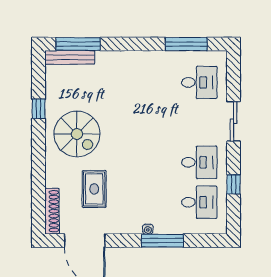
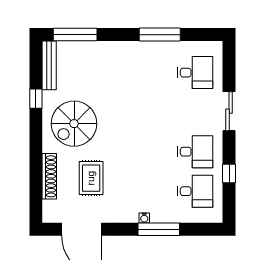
window: (186, 44) -> (160, 35), moved
bench: (70, 57) -> (49, 65), moved, turned 90
spiral stairs: (77, 134) -> (74, 124), turned 90
shoe rack: (52, 211) -> (49, 176), moved

